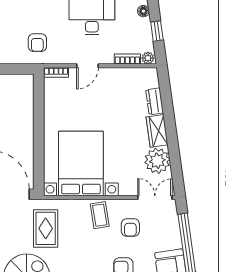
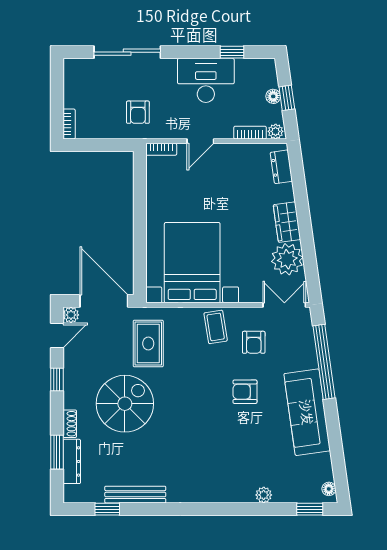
floor lamp: (143, 11) -> (273, 96), moved
dresser: (155, 101) -> (281, 167), moved

